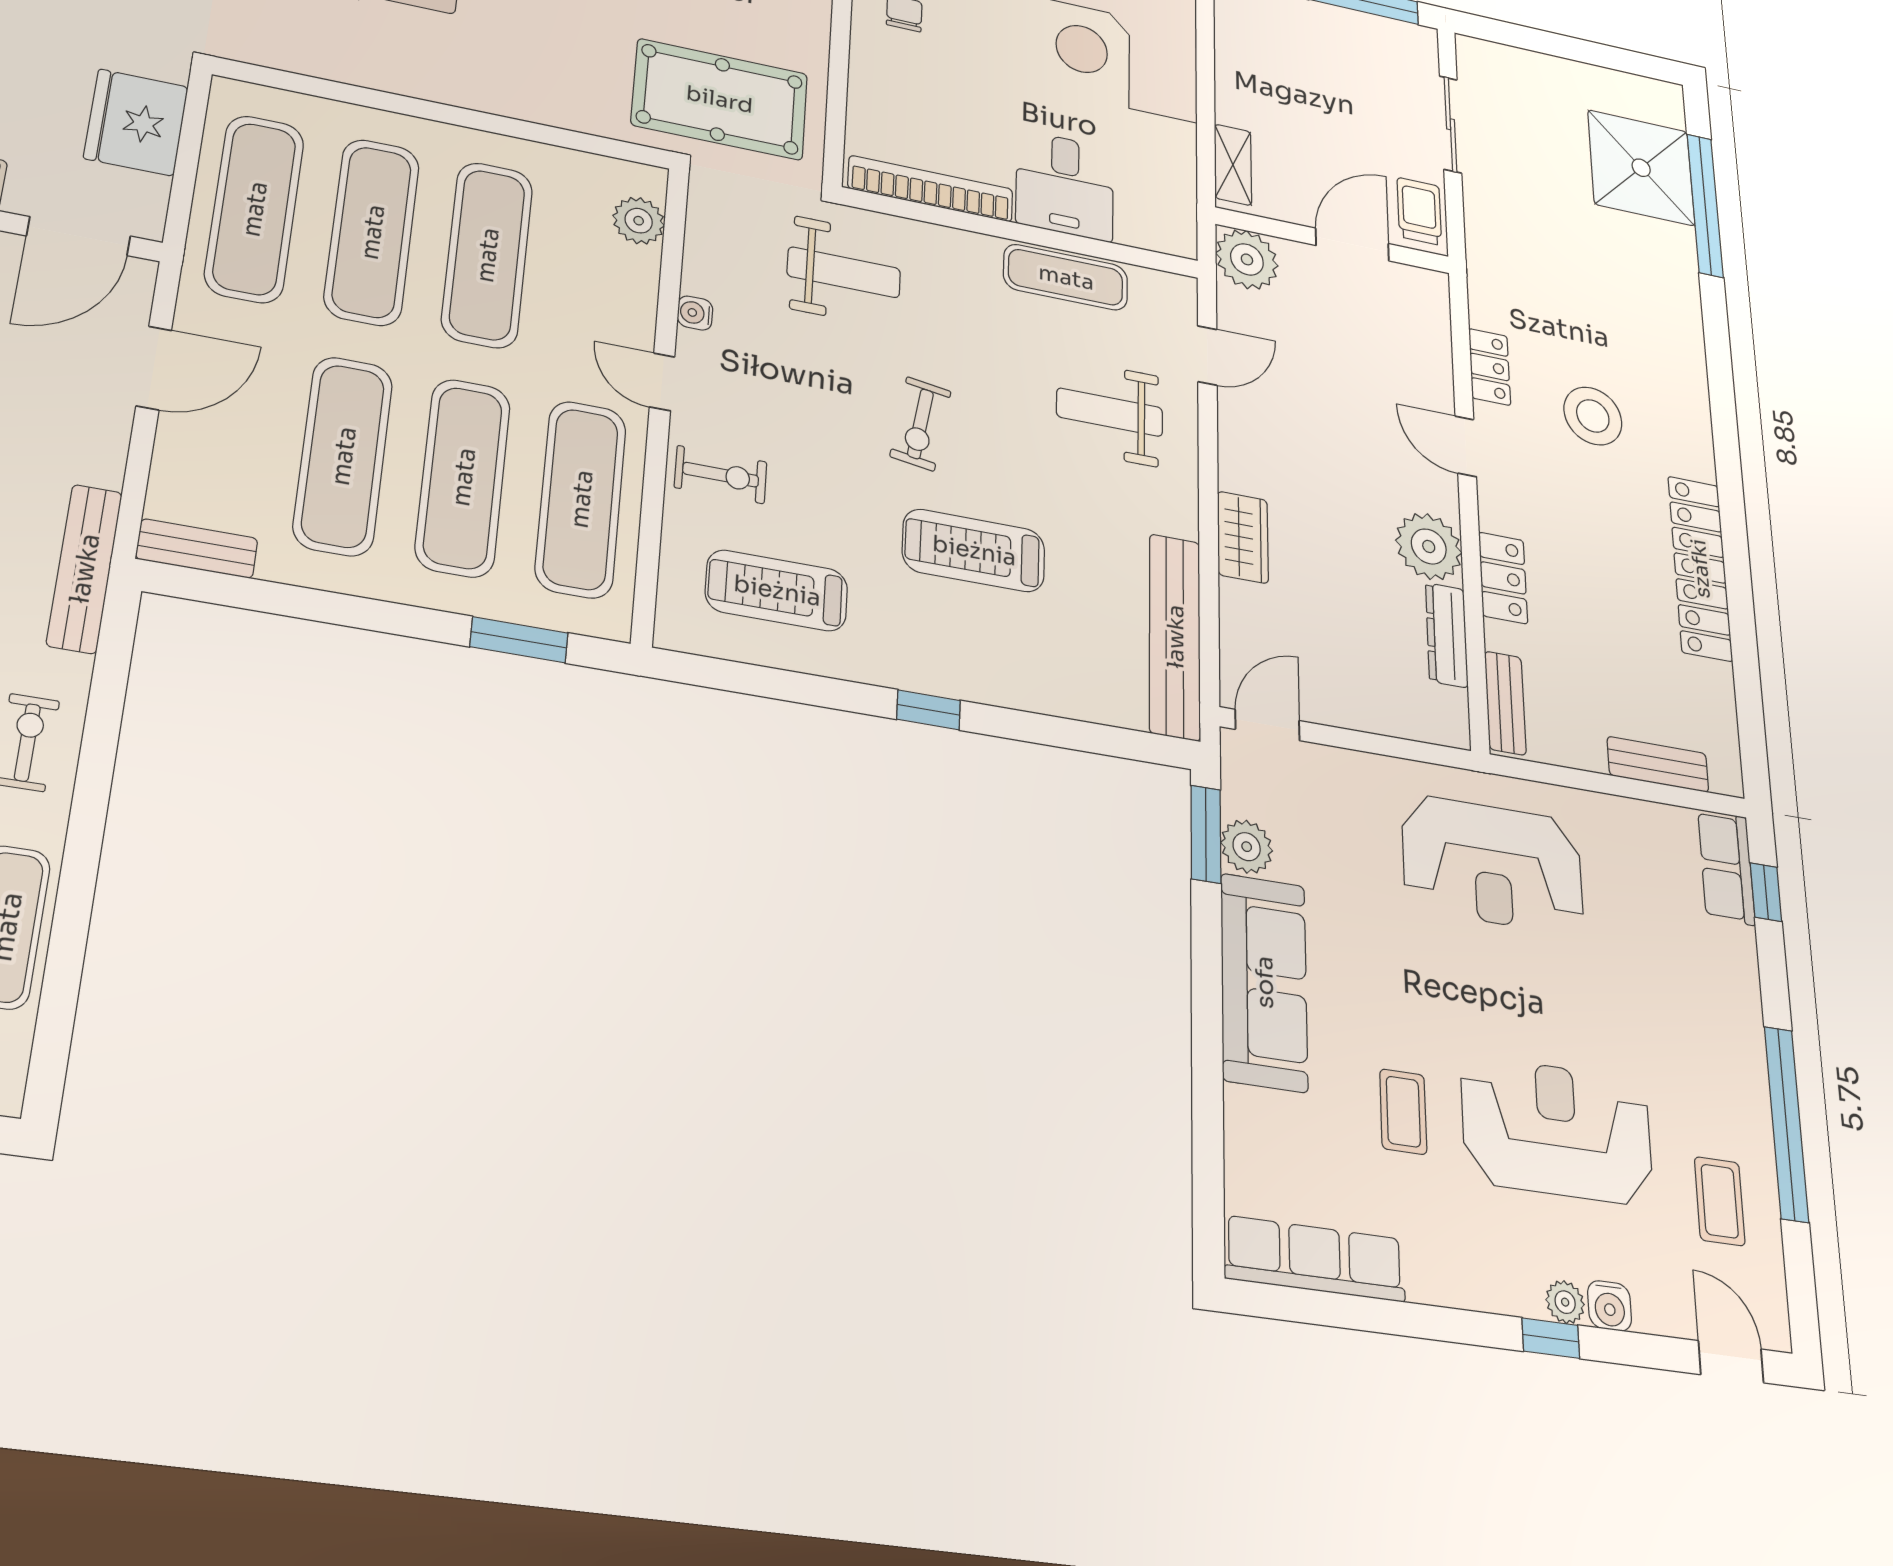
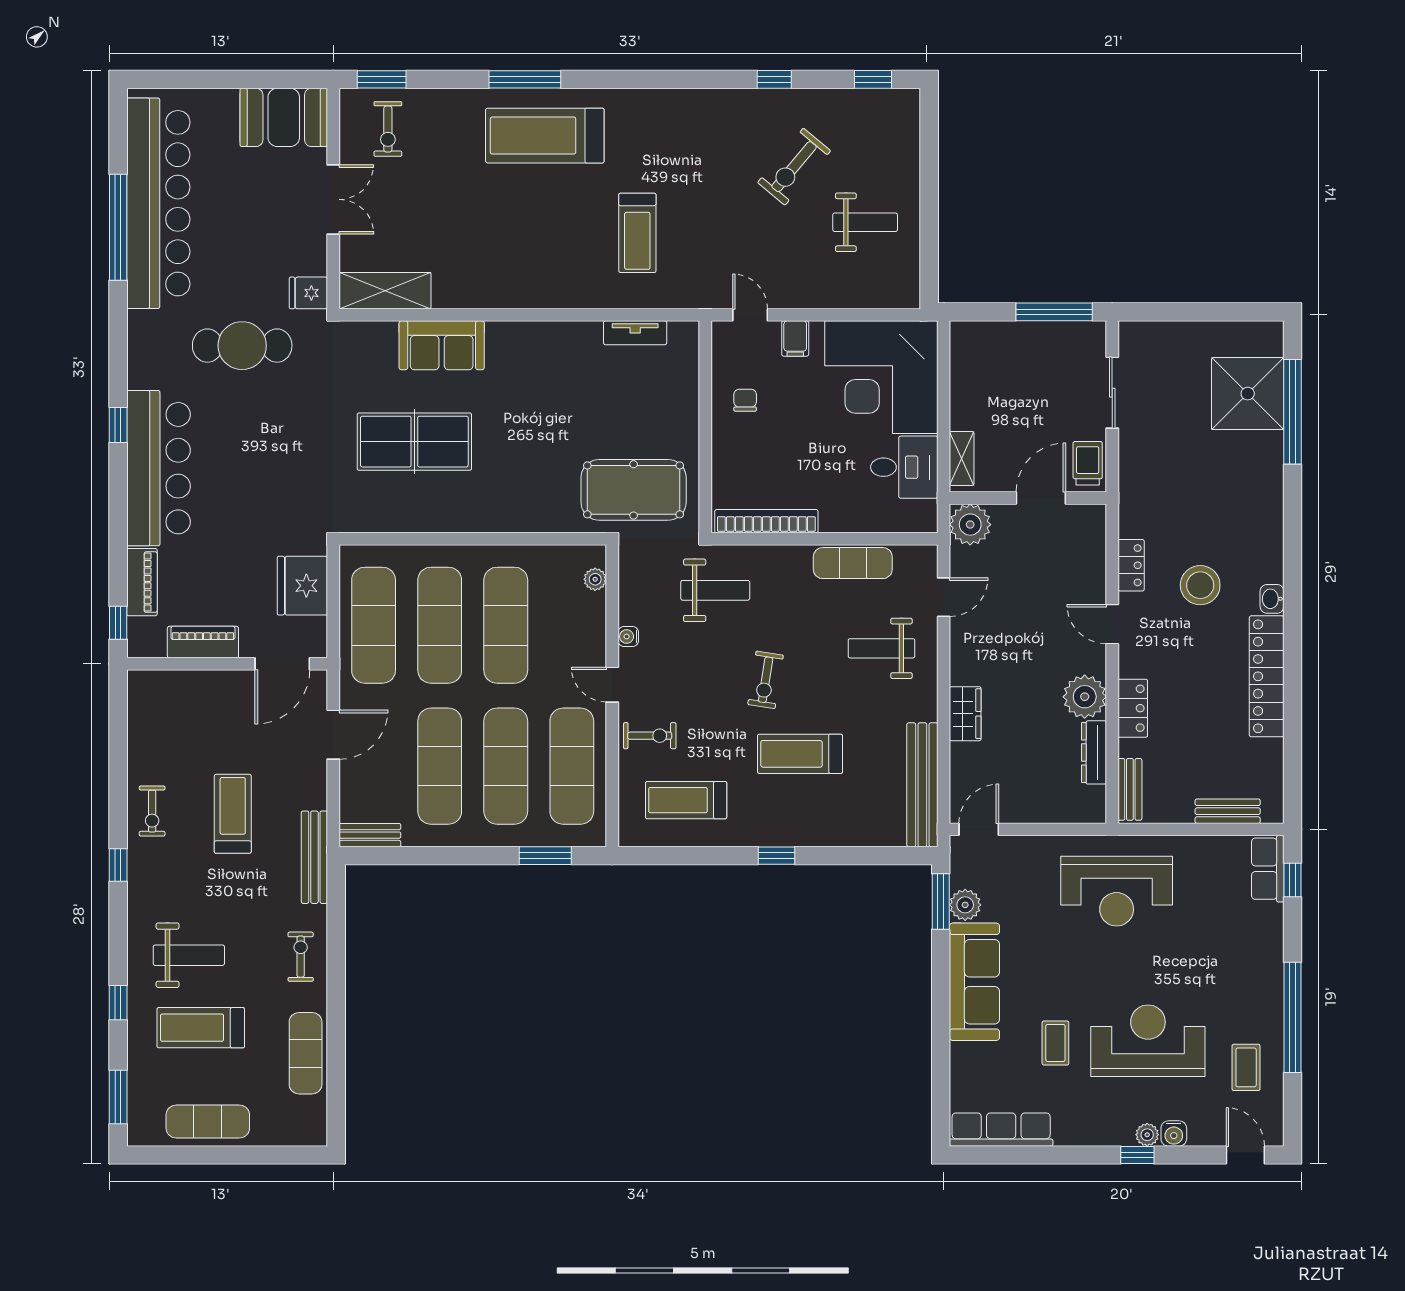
desk: (1065, 186) -> (904, 467), moved, turned -90
plant: (639, 221) -> (595, 579), width x0.73, depth x0.73
washbasin: (1698, 456) -> (1272, 599), added

